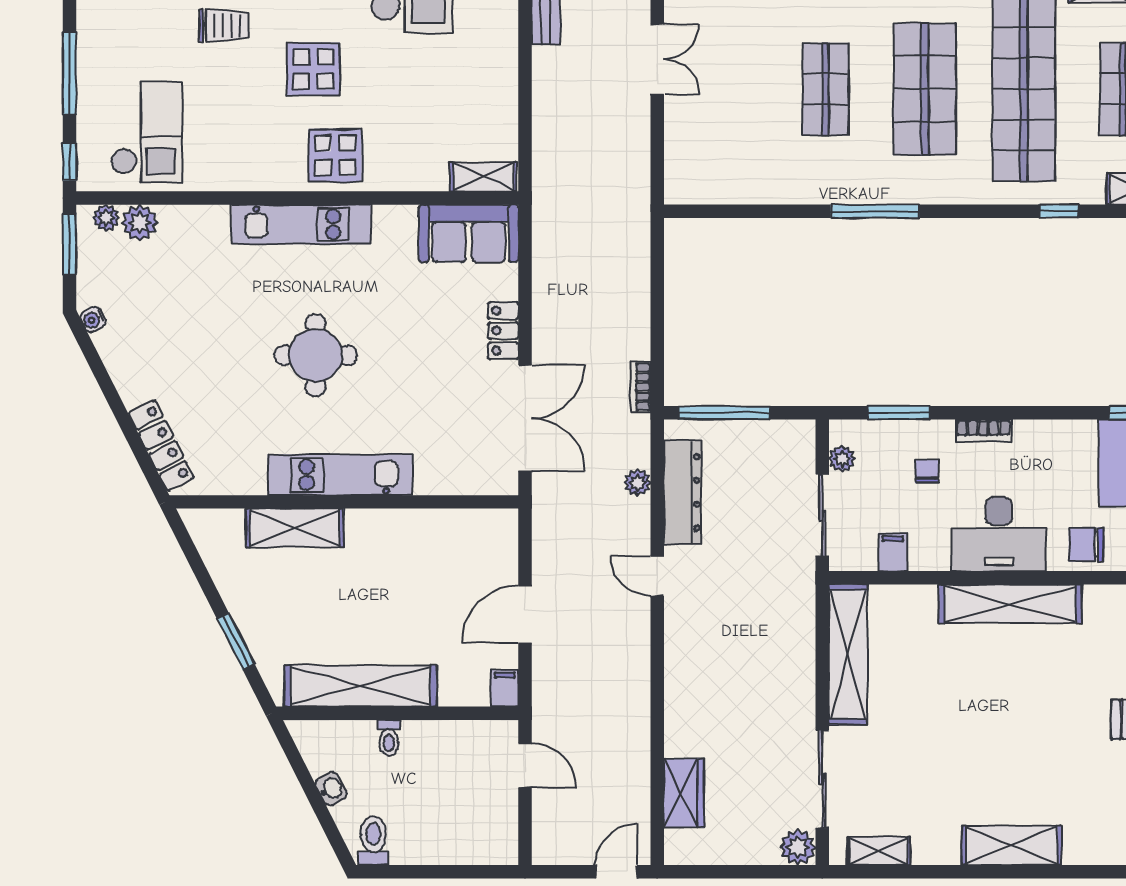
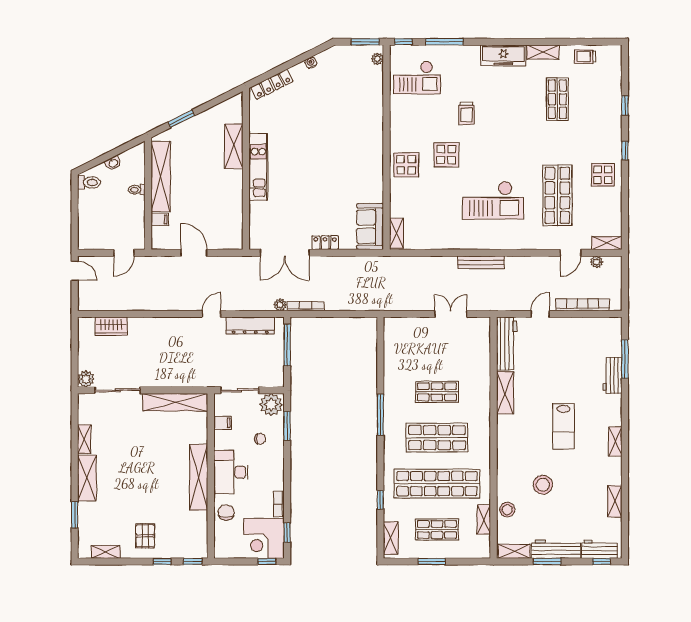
double door: (657, 59) -> (451, 314), swing flipped
plant: (140, 223) -> (375, 74), removed
kitchen unit: (301, 224) -> (374, 149), removed
water cooler: (93, 319) -> (311, 63), moved
round table: (316, 355) -> (314, 156), removed
bookcase: (640, 387) -> (306, 306), width x1.56
bookcase: (983, 430) -> (279, 504), moved
plant: (842, 459) -> (271, 405), width x1.88, depth x1.88
plant: (637, 483) -> (280, 305), moved
filing cabinet: (505, 688) -> (160, 219), moved
shelving: (878, 851) -> (84, 439), moved
door: (617, 872) -> (75, 271), moved
window: (1091, 872) -> (75, 515), added

